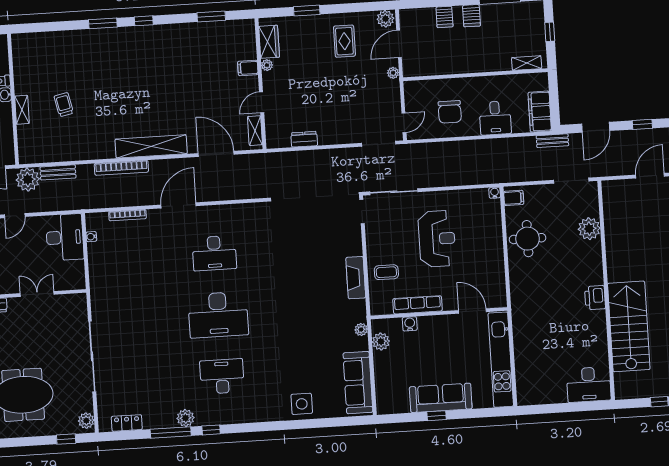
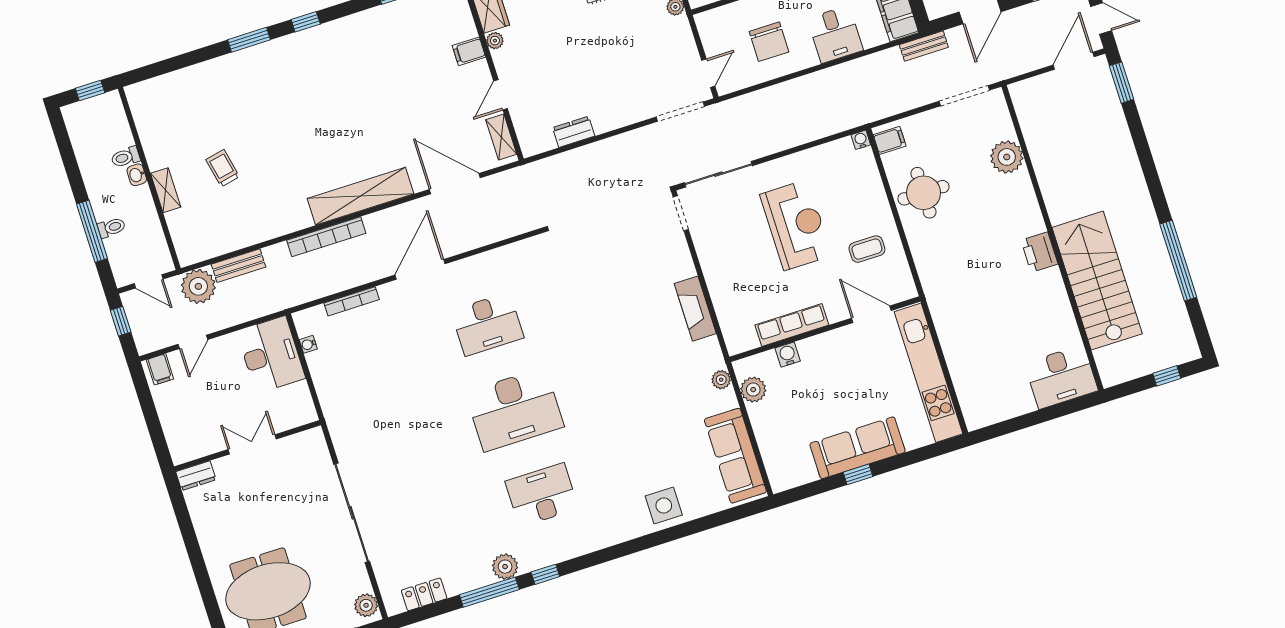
coffee table: (386, 272) -> (867, 249), moved

